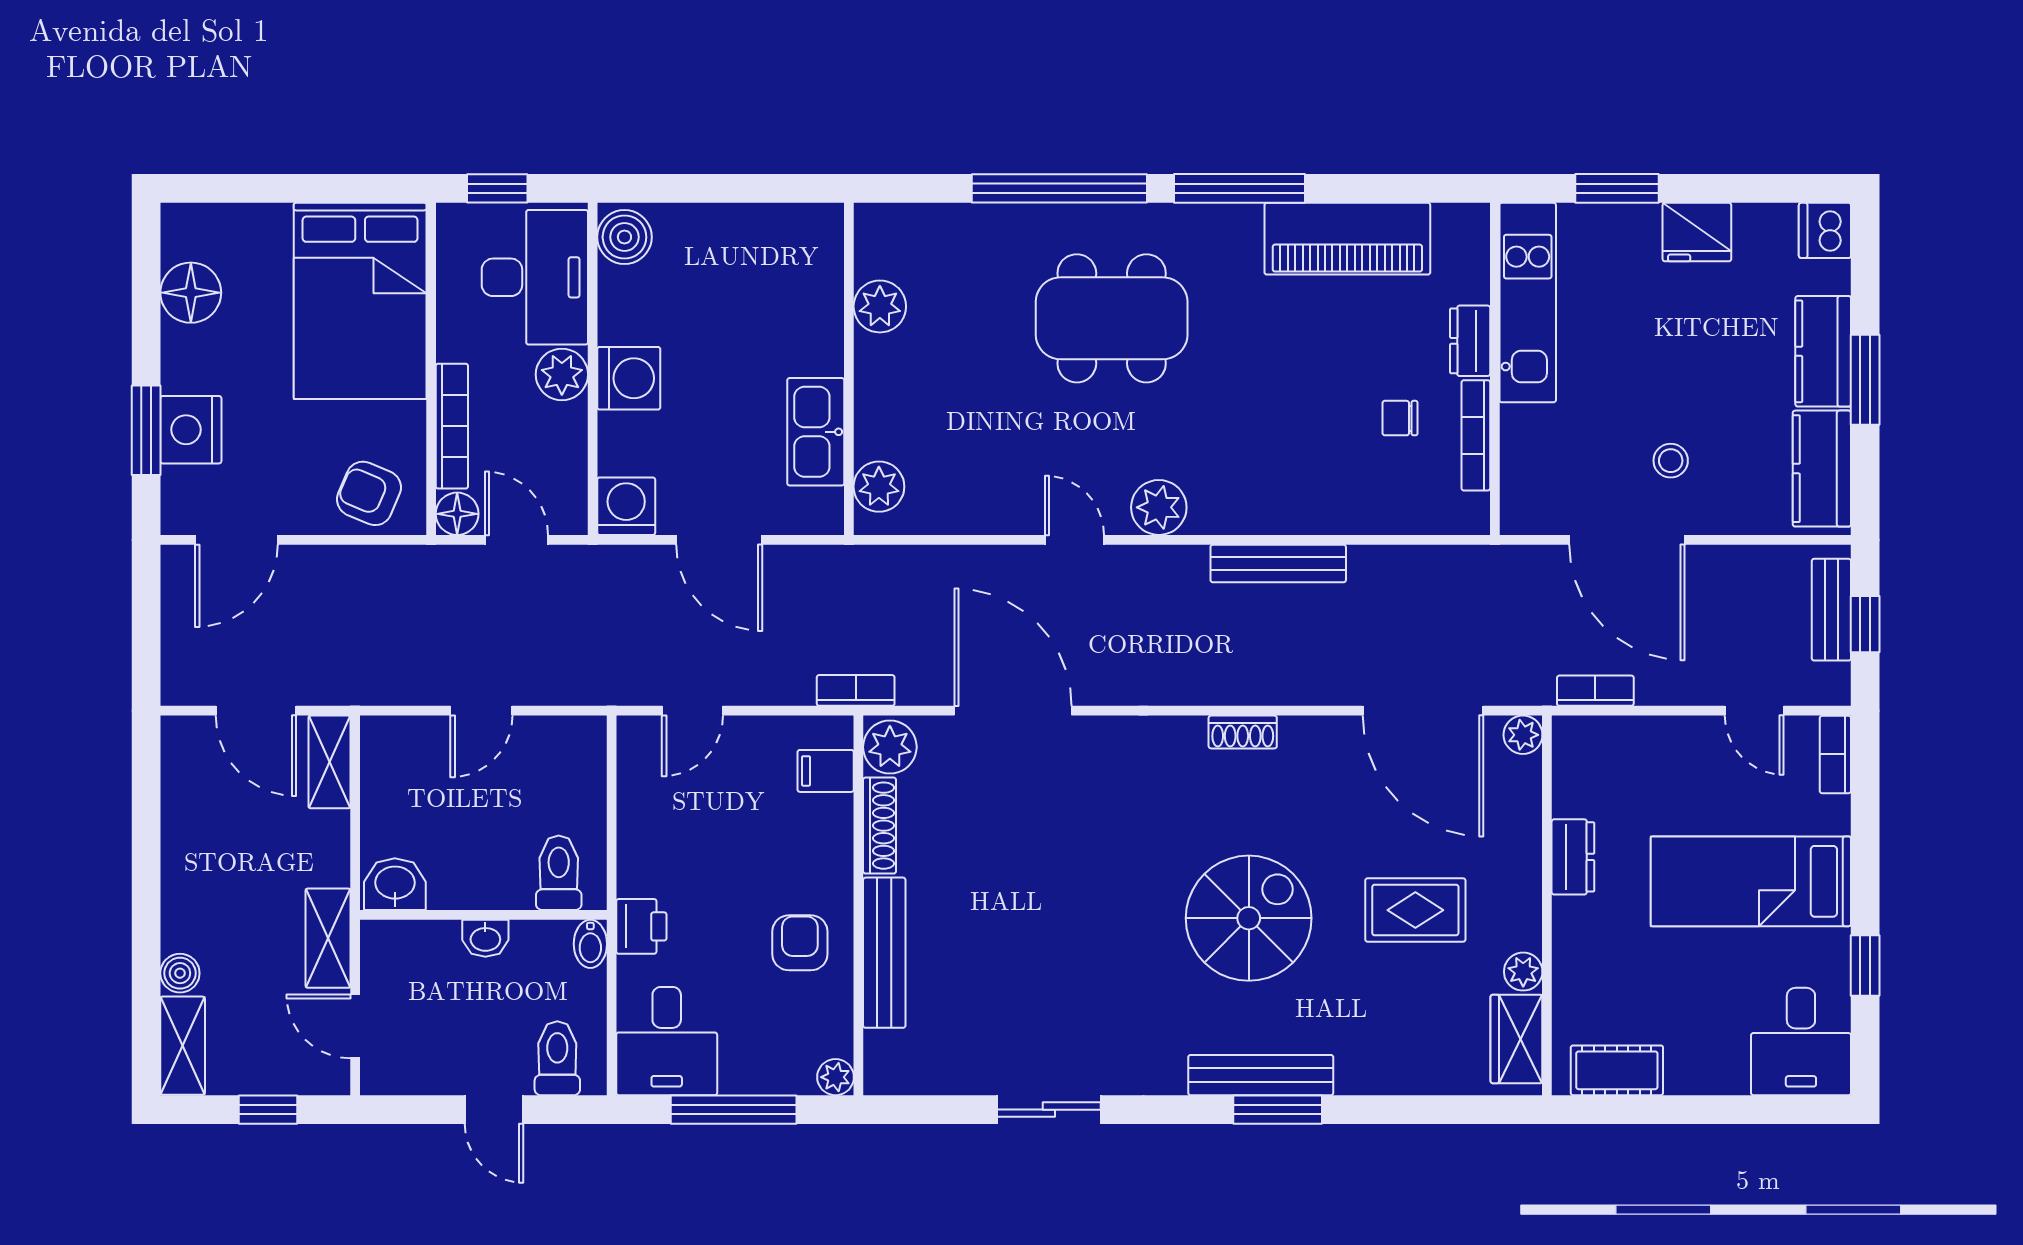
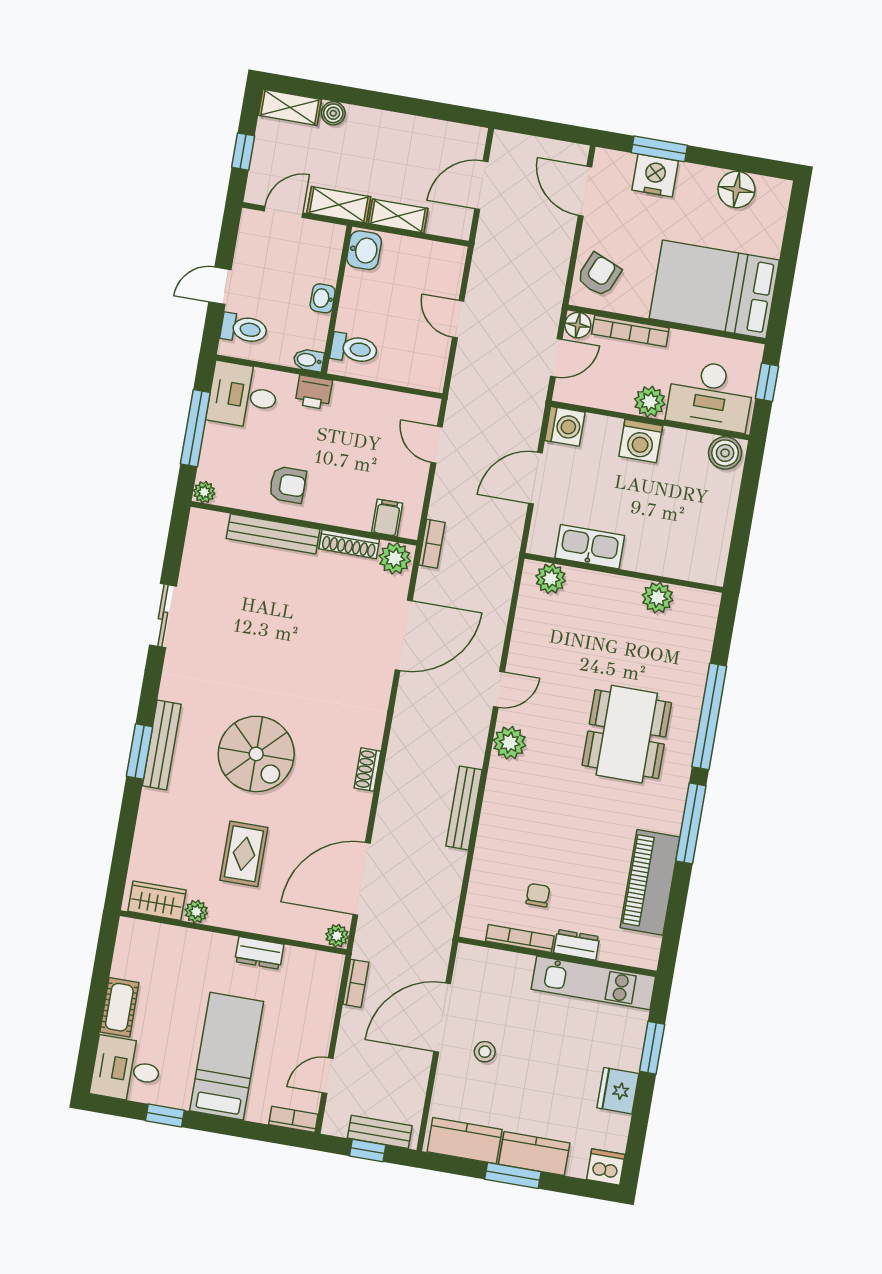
shelving: (329, 762) -> (398, 216), moved
cot: (1617, 1070) -> (119, 1007), moved

